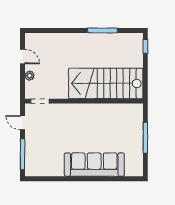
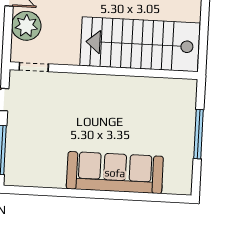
plant: (30, 76) -> (26, 26), width x1.88, depth x1.88

